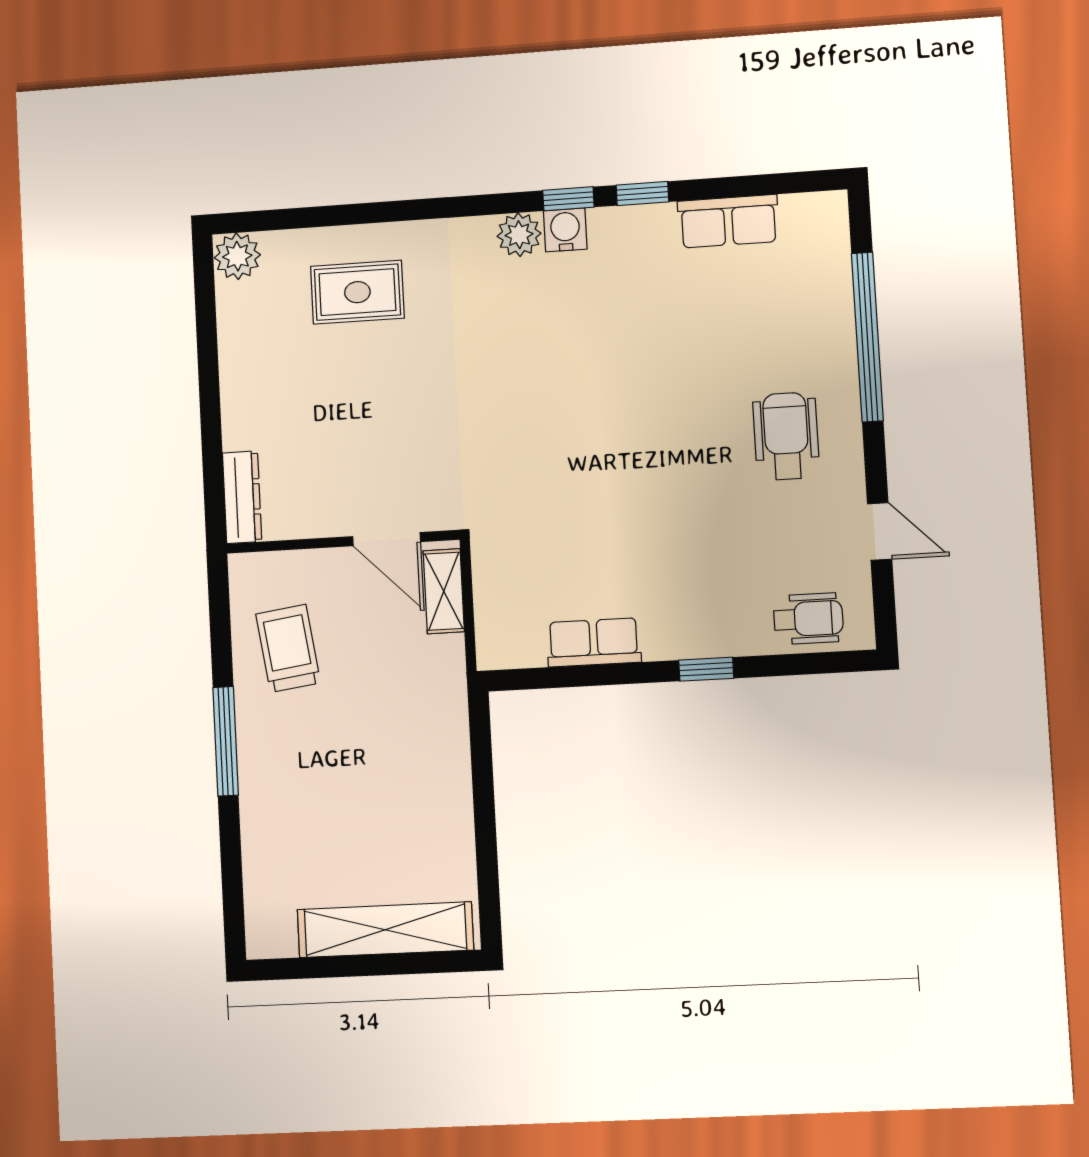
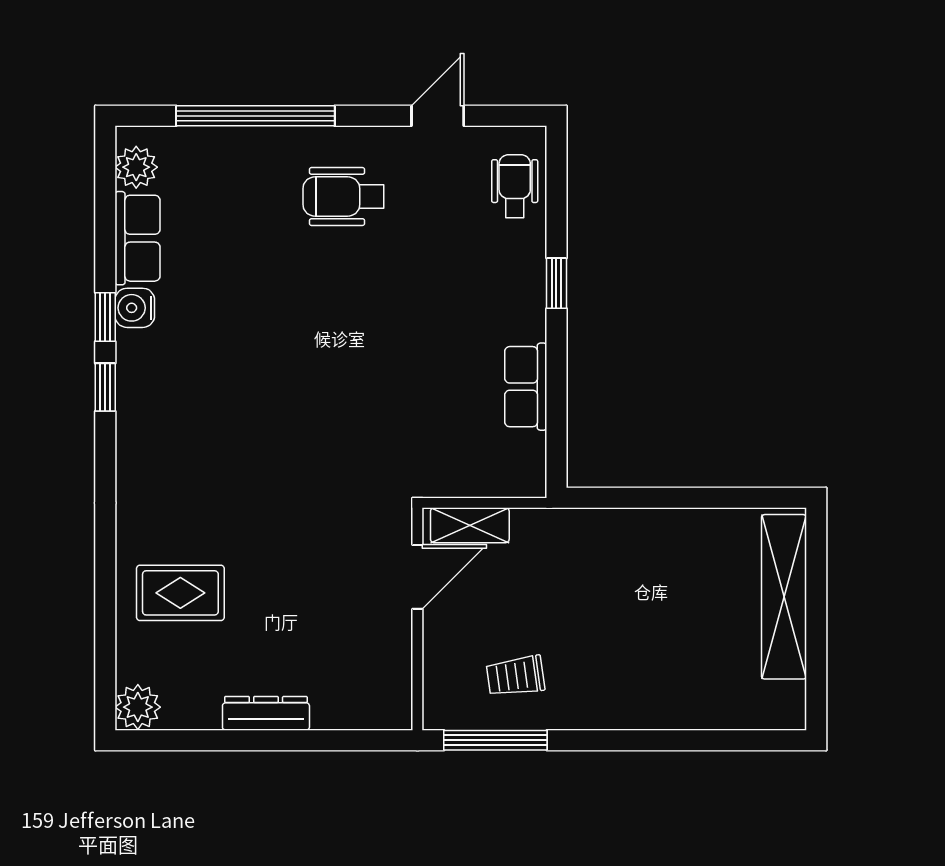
water cooler: (565, 230) -> (135, 308), moved
plant: (519, 235) -> (136, 167), moved
rug: (357, 292) -> (180, 593), turned 90
dresser: (242, 497) -> (266, 713), moved
trolley: (288, 648) -> (516, 676), width x0.73, depth x0.72
window: (226, 741) -> (495, 740), moved

